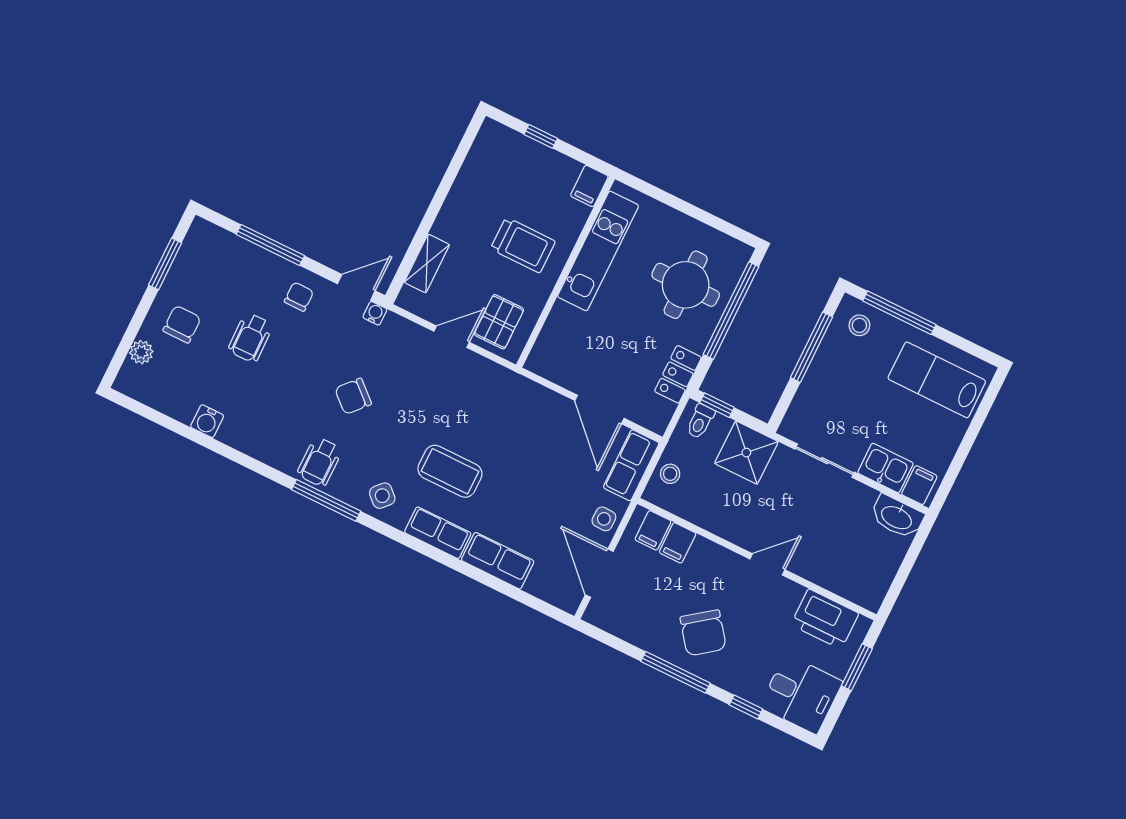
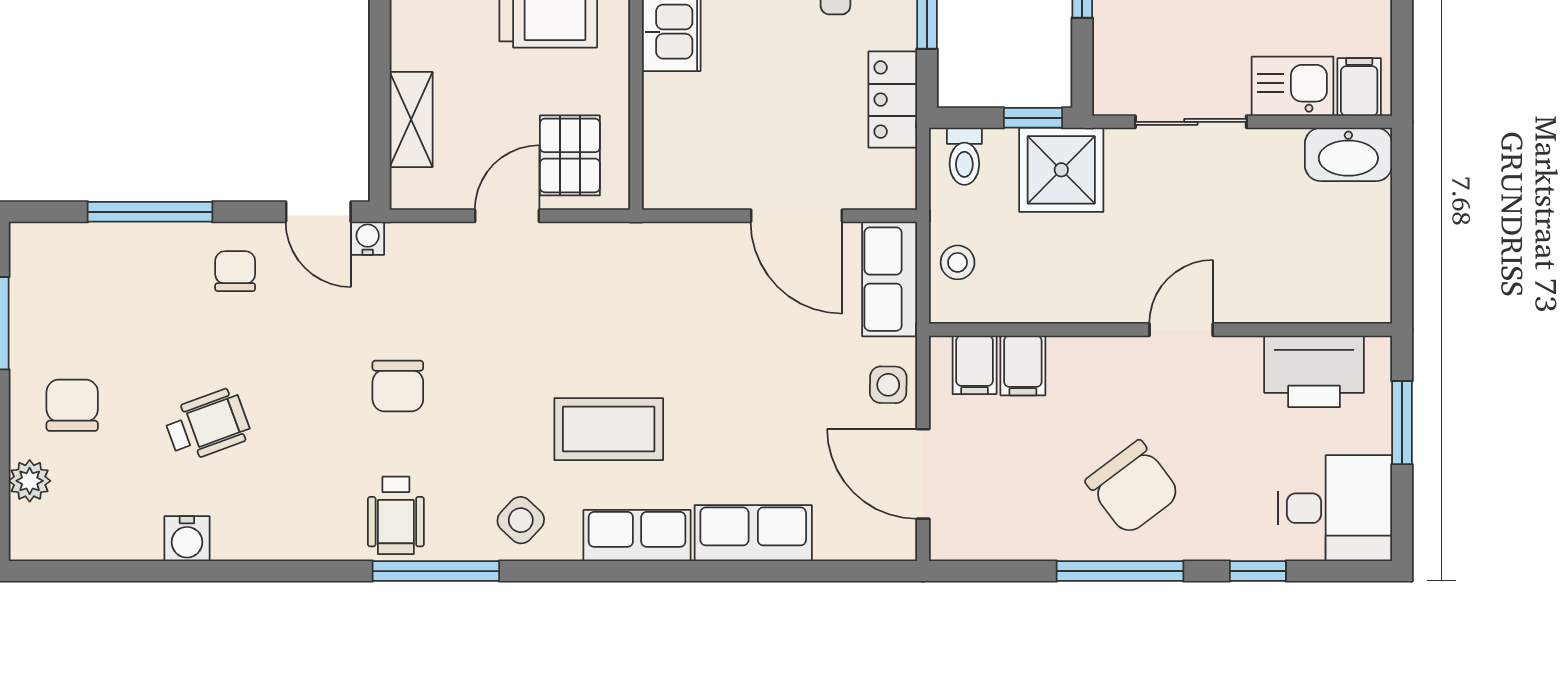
door: (356, 287) -> (318, 212), swing flipped
wheelchair: (250, 338) -> (207, 425), moved, turned -109
chair: (353, 396) -> (398, 386), turned -42
window: (717, 405) -> (1033, 118), moved

